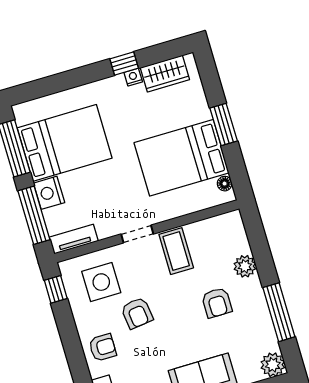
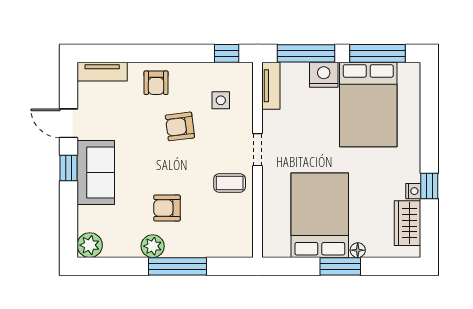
floor lamp: (225, 184) -> (358, 250), moved
coffee table: (176, 251) -> (230, 183), width x0.73, depth x0.77
plant: (245, 266) -> (153, 246), moved
side table: (101, 282) -> (221, 100), width x0.54, depth x0.54
window: (279, 312) -> (177, 266), moved

